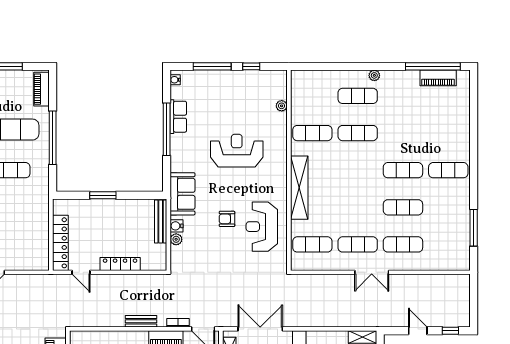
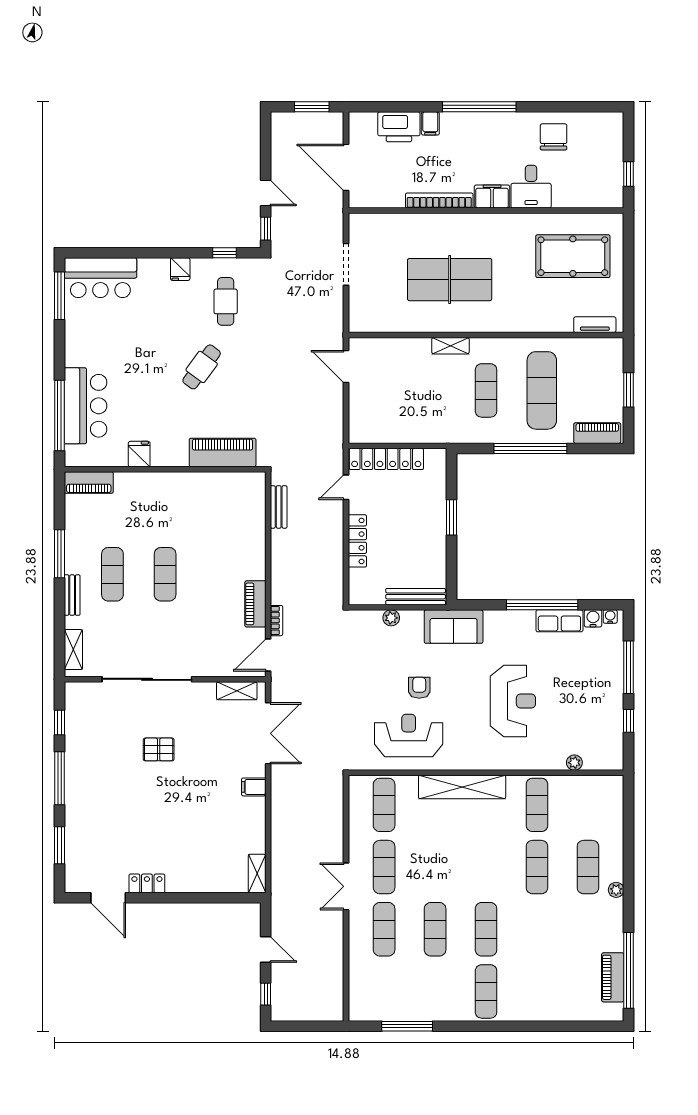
water cooler: (176, 226) -> (593, 618), moved
bench: (141, 321) -> (279, 507), moved
door: (418, 331) -> (266, 950), hinge flipped

